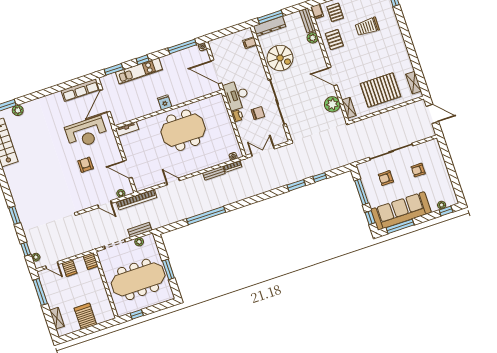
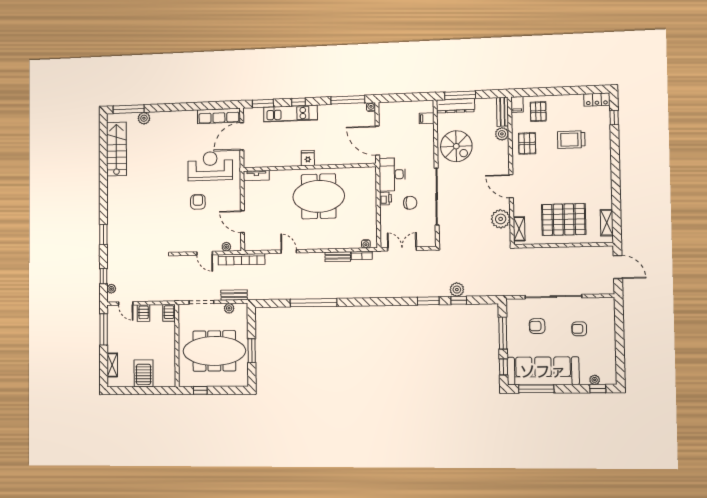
reception desk: (86, 133) -> (210, 166), turned 180
plant: (316, 170) -> (457, 290), added

